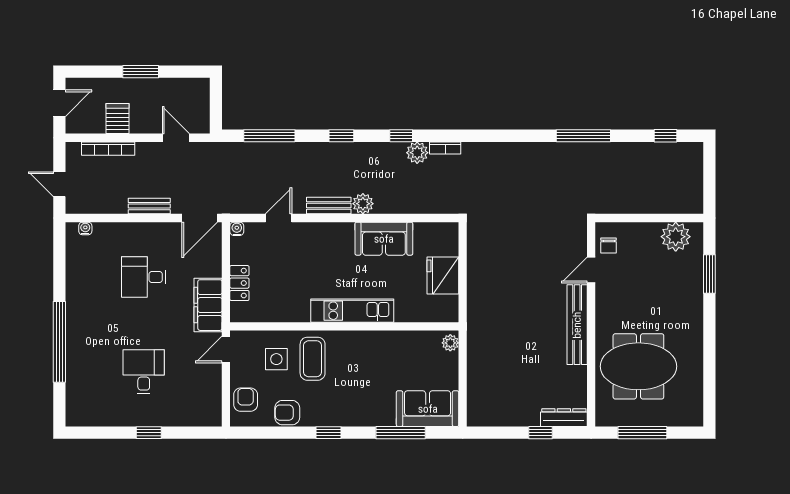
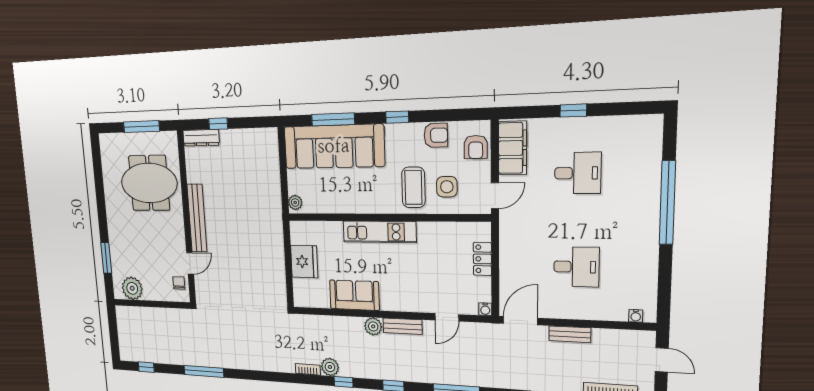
filing cabinet: (208, 305) -> (512, 148), moved
desk: (144, 372) -> (578, 173), turned -90
sofa: (428, 409) -> (334, 146), width x1.85, depth x1.27

